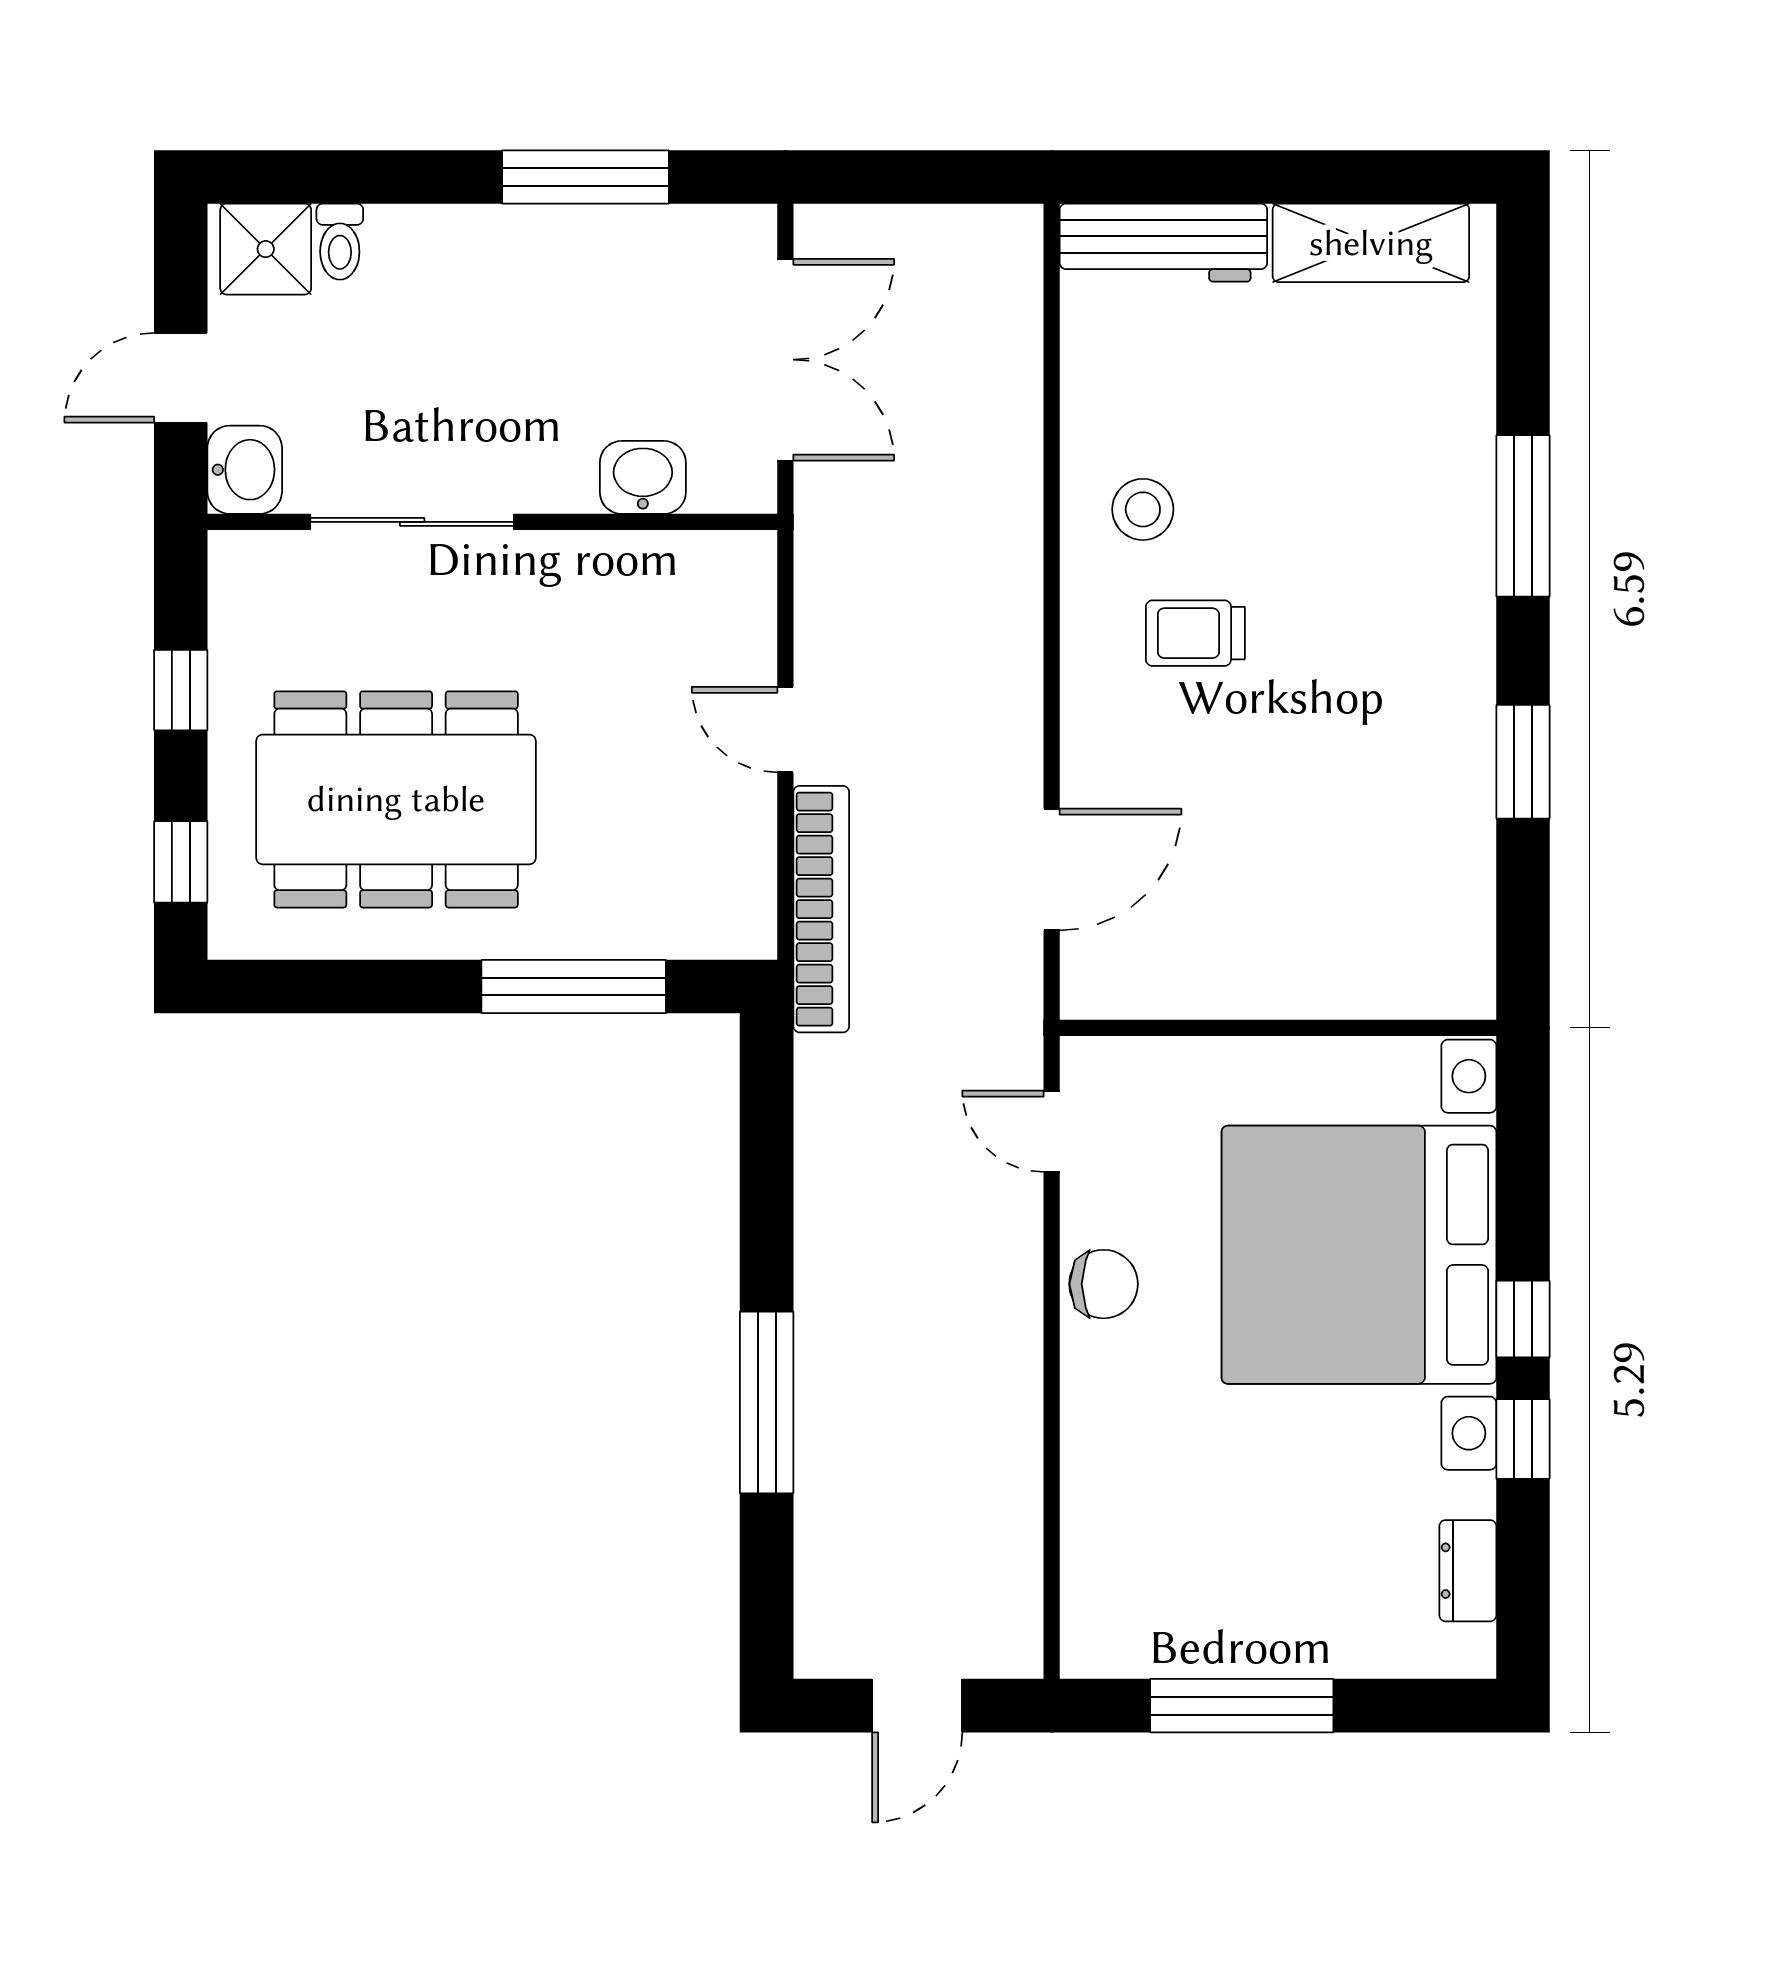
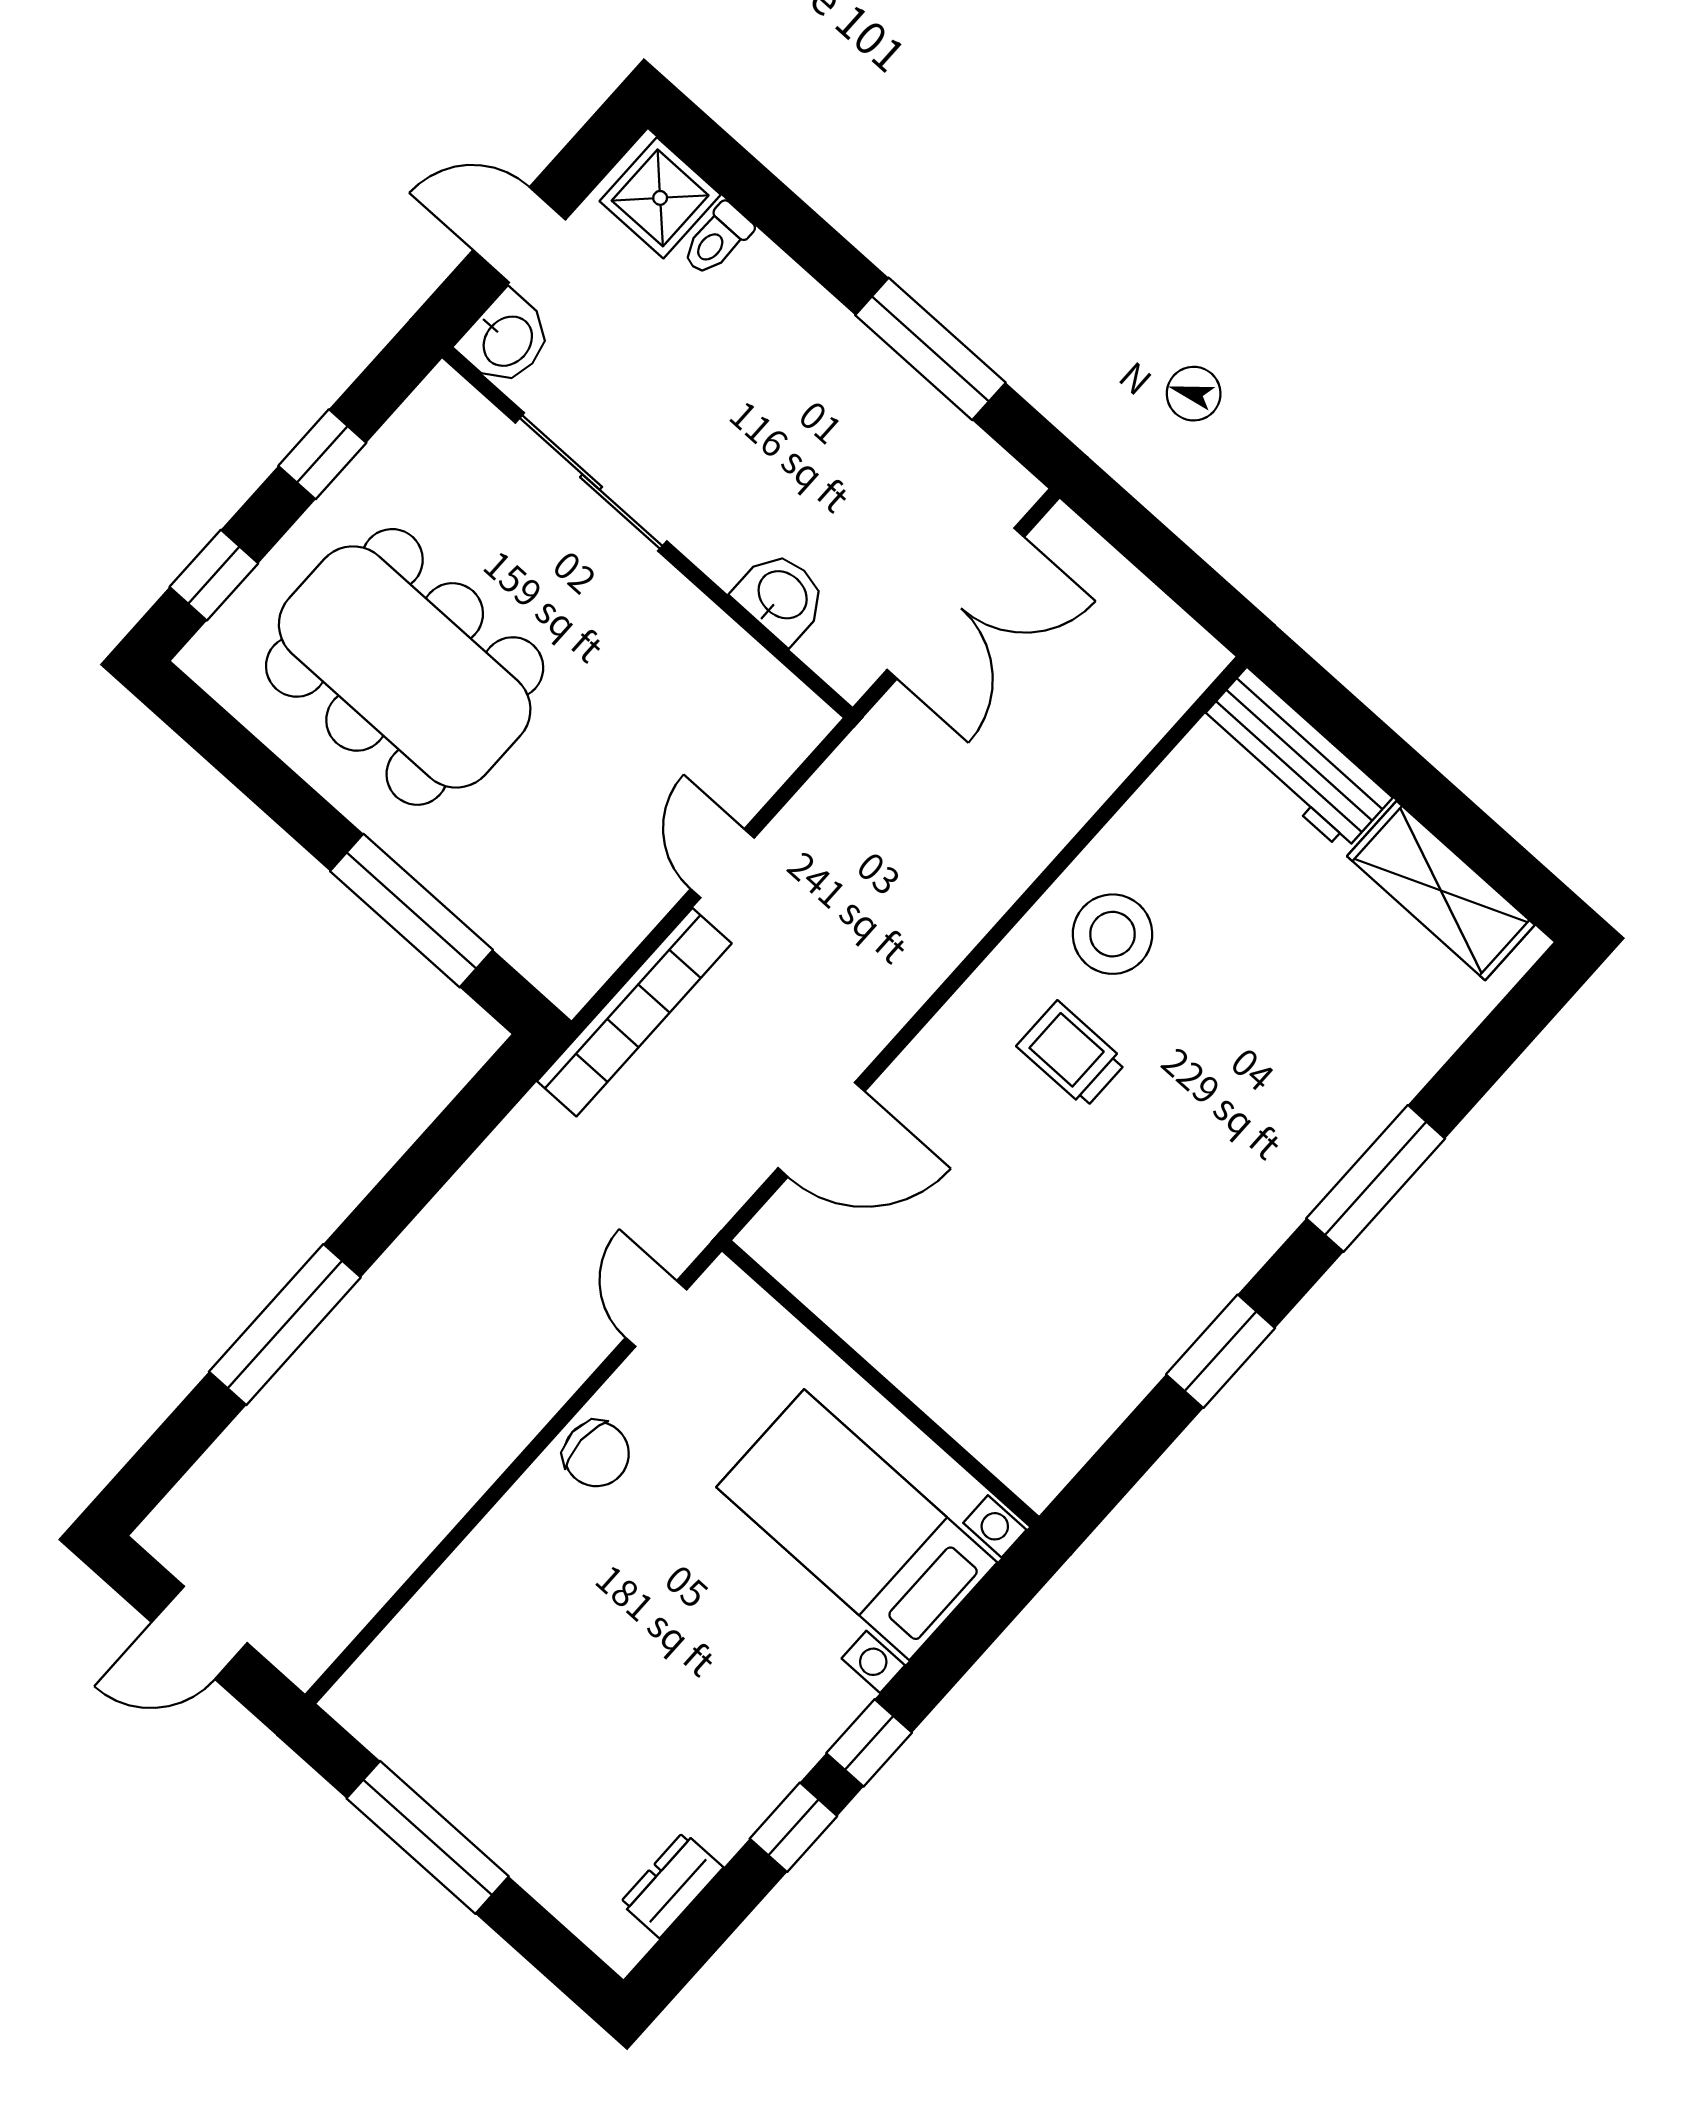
stool: (1143, 509) -> (1112, 934), width x1.38, depth x1.38
bed with nightstands: (1359, 1255) -> (857, 1525), width x0.54

